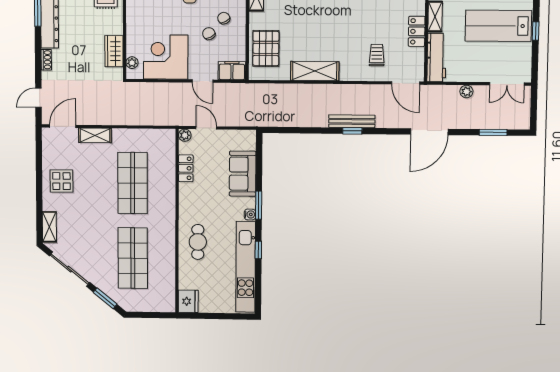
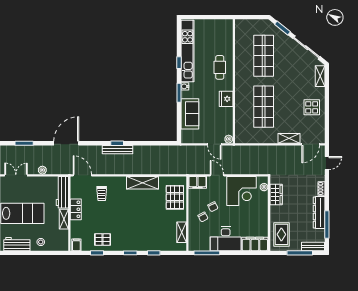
locker: (186, 168) -> (228, 117), removed
fridge: (188, 301) -> (226, 99), moved

